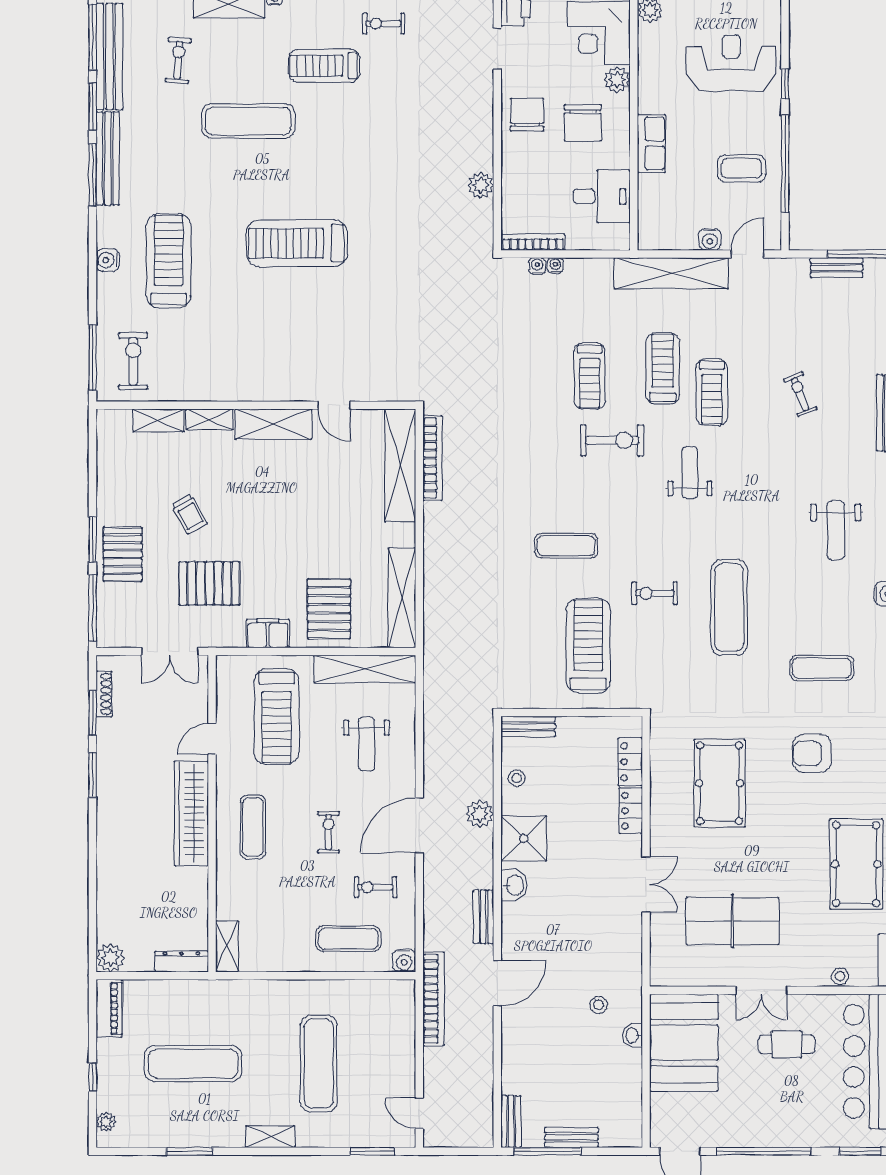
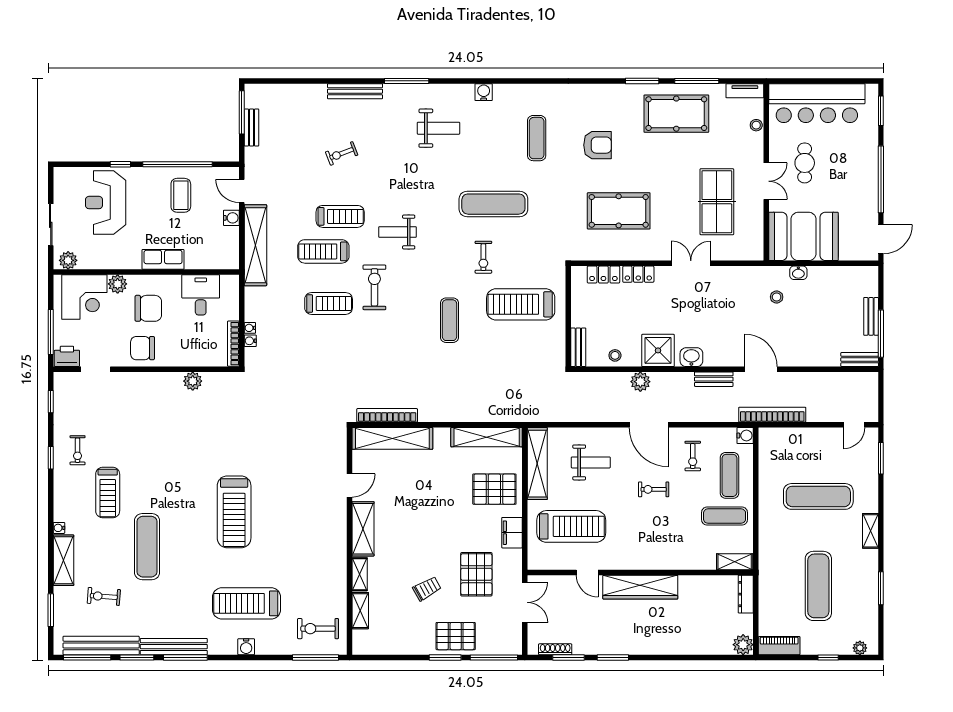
armchair: (812, 753) -> (597, 145), turned -90
exercise mat: (253, 827) -> (725, 516), moved

